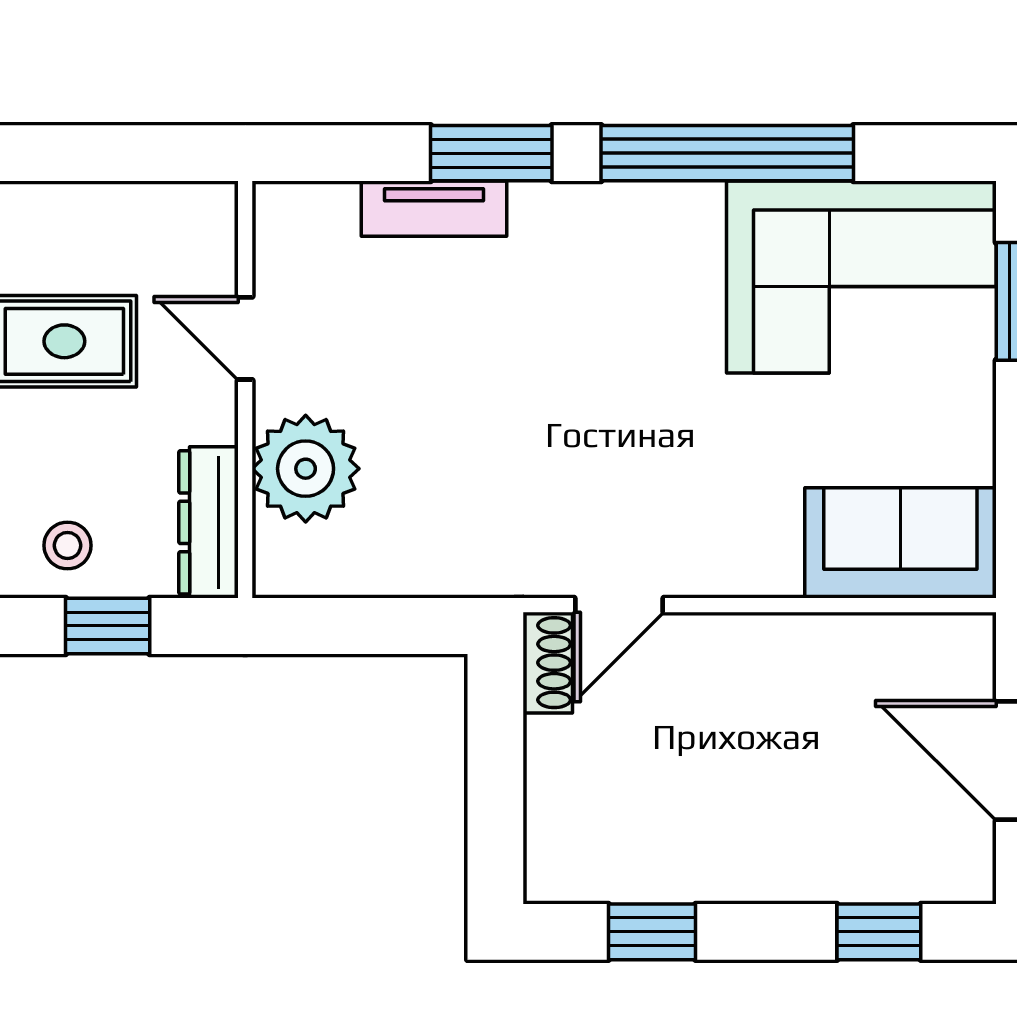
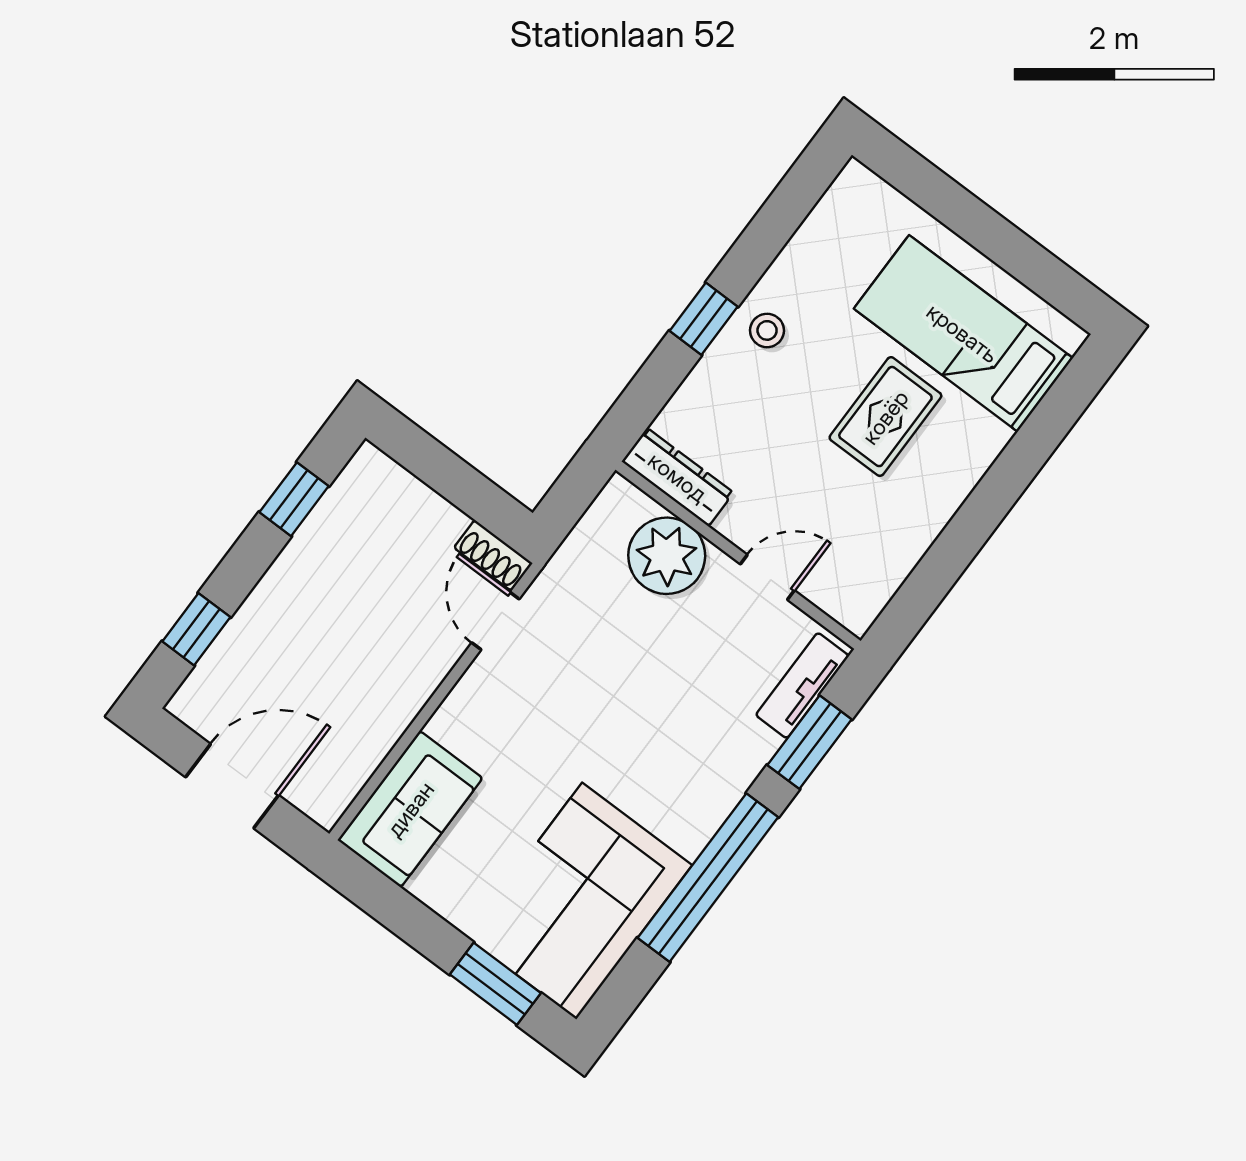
door: (245, 338) -> (767, 577), moved
wall: (245, 390) -> (738, 555), moved
plant: (306, 469) -> (667, 556), moved
dresser: (209, 522) -> (678, 477), moved

